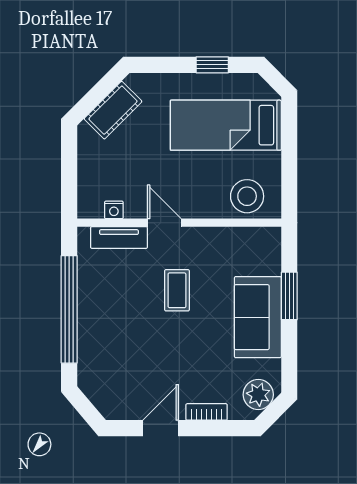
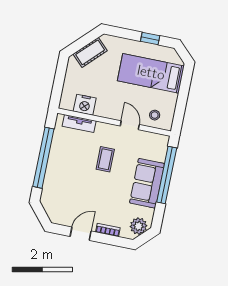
stool: (247, 196) -> (155, 115), width x0.53, depth x0.53
nightstand: (114, 210) -> (85, 105), width x1.89, depth x1.79
door: (164, 223) -> (130, 125), moved
window: (289, 296) -> (167, 175), width x2.11

